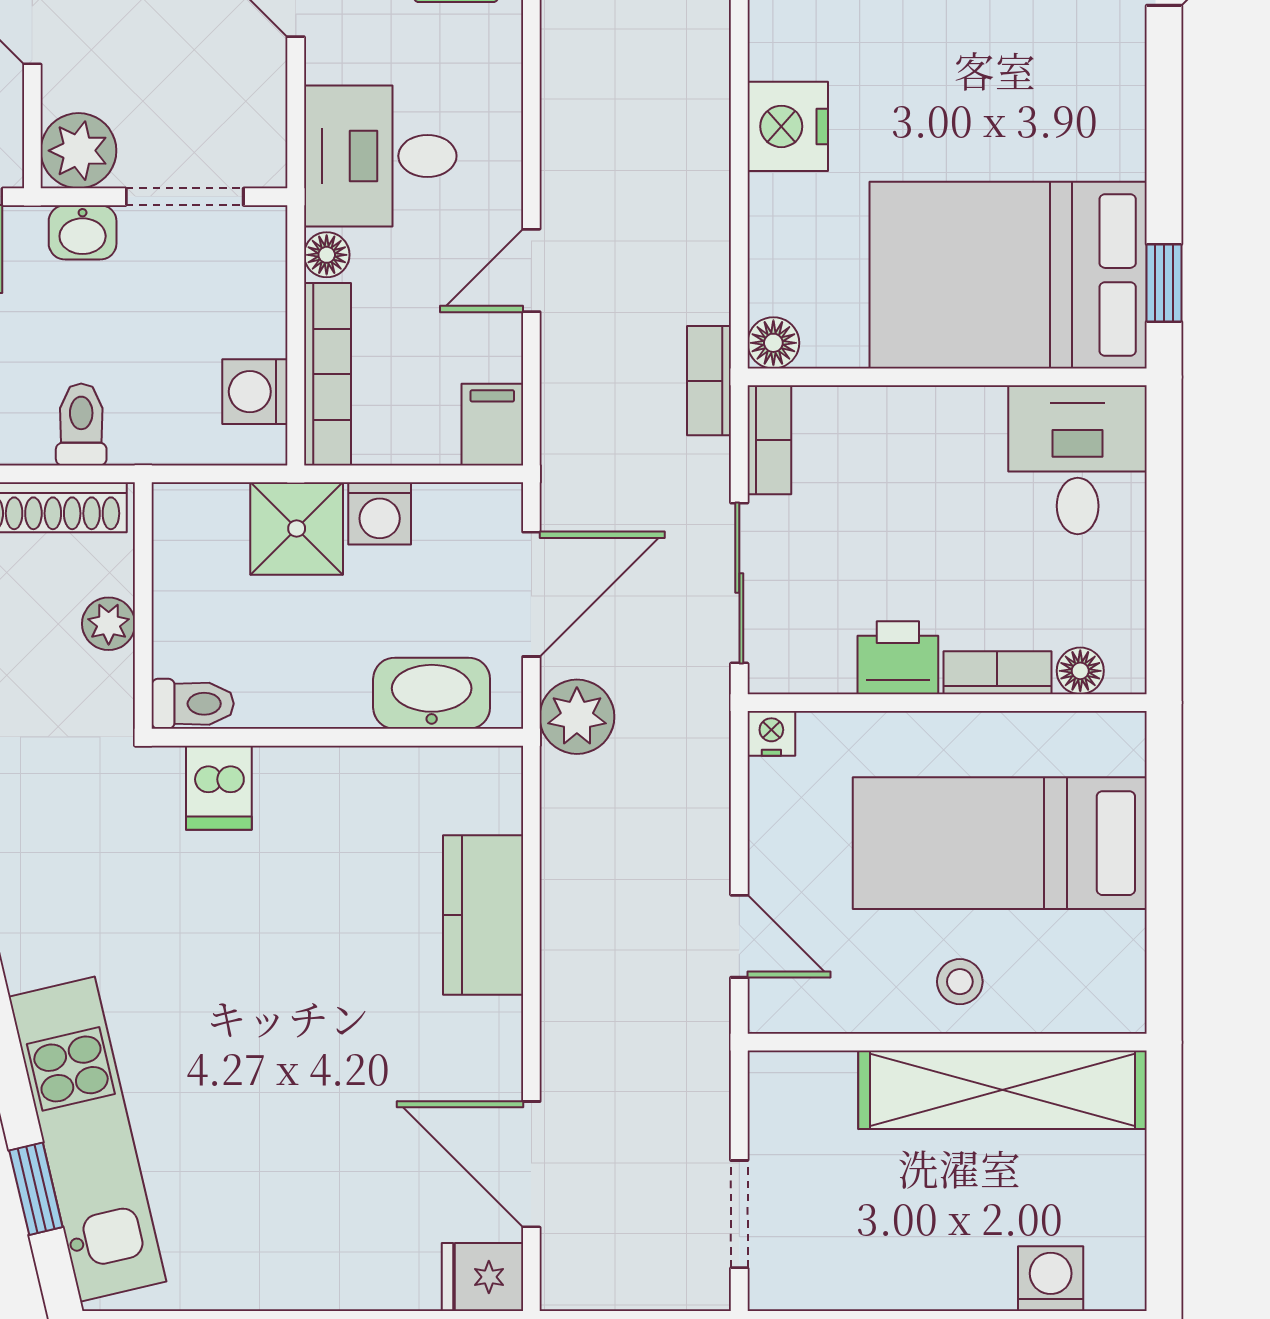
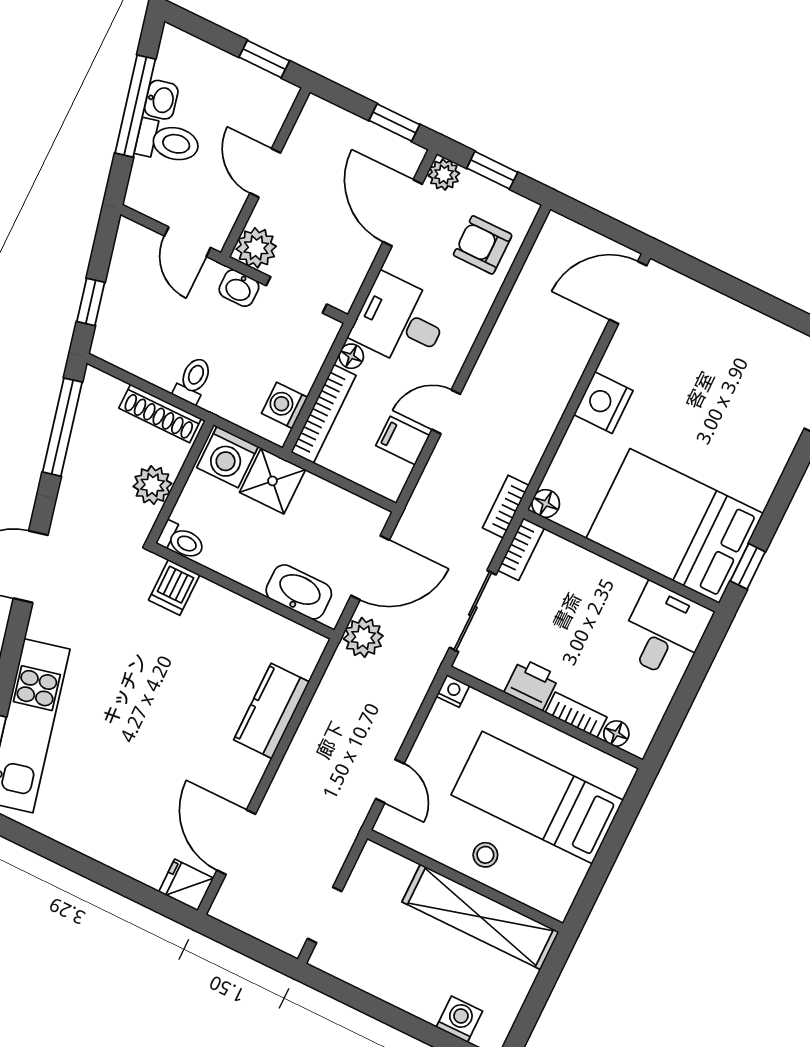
filing cabinet: (492, 425) -> (403, 441), moved, turned -90
washing machine: (380, 513) -> (228, 457), moved, width x1.38, depth x1.38
plant: (109, 624) -> (152, 485), width x1.38, depth x1.38

